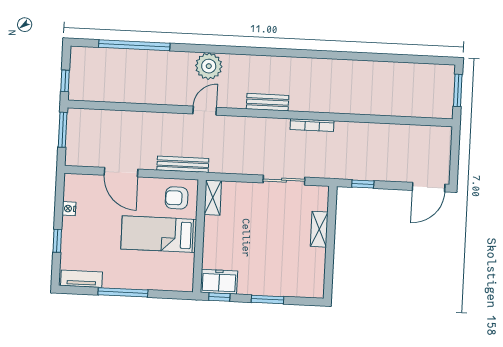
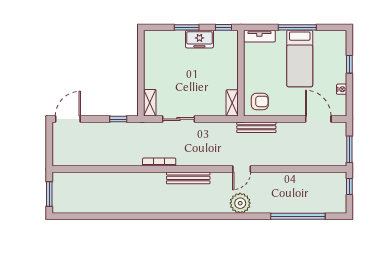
bench: (268, 102) -> (188, 178), width x1.36
door: (121, 172) -> (318, 119), moved
shelving: (319, 229) -> (150, 103), moved
bed: (159, 234) -> (300, 58), moved, turned 90
tv unit: (81, 279) -> (259, 36), moved
freezer: (219, 282) -> (199, 39), moved

